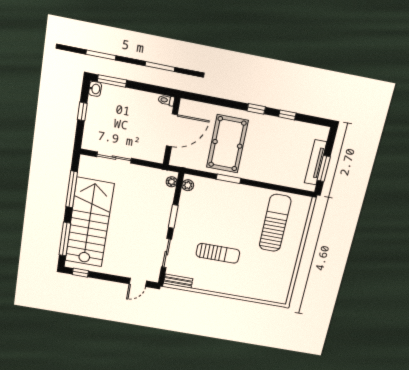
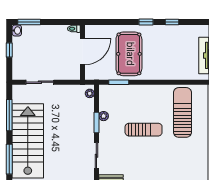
window: (228, 179) -> (119, 82), moved
plant: (188, 185) -> (104, 116), moved
sun lounger: (218, 253) -> (144, 130), moved

